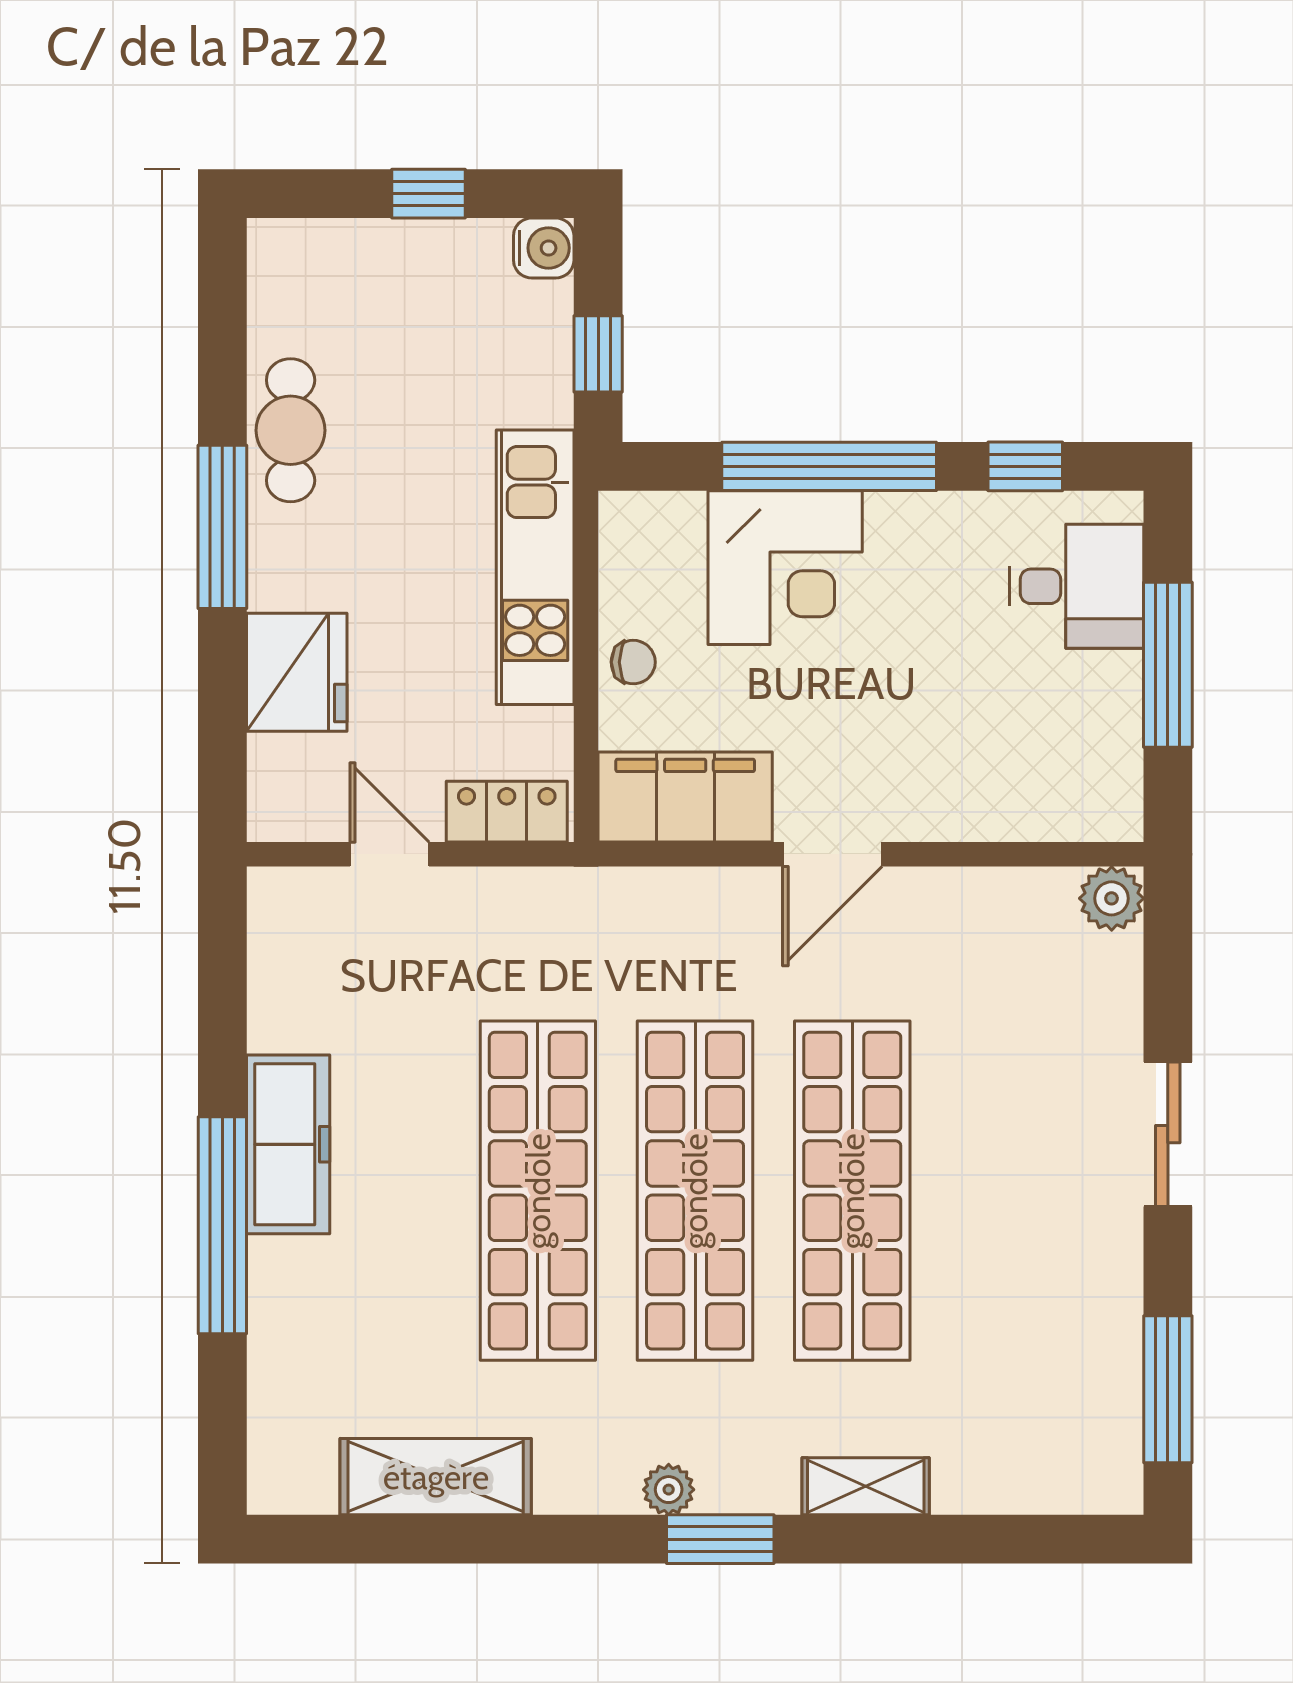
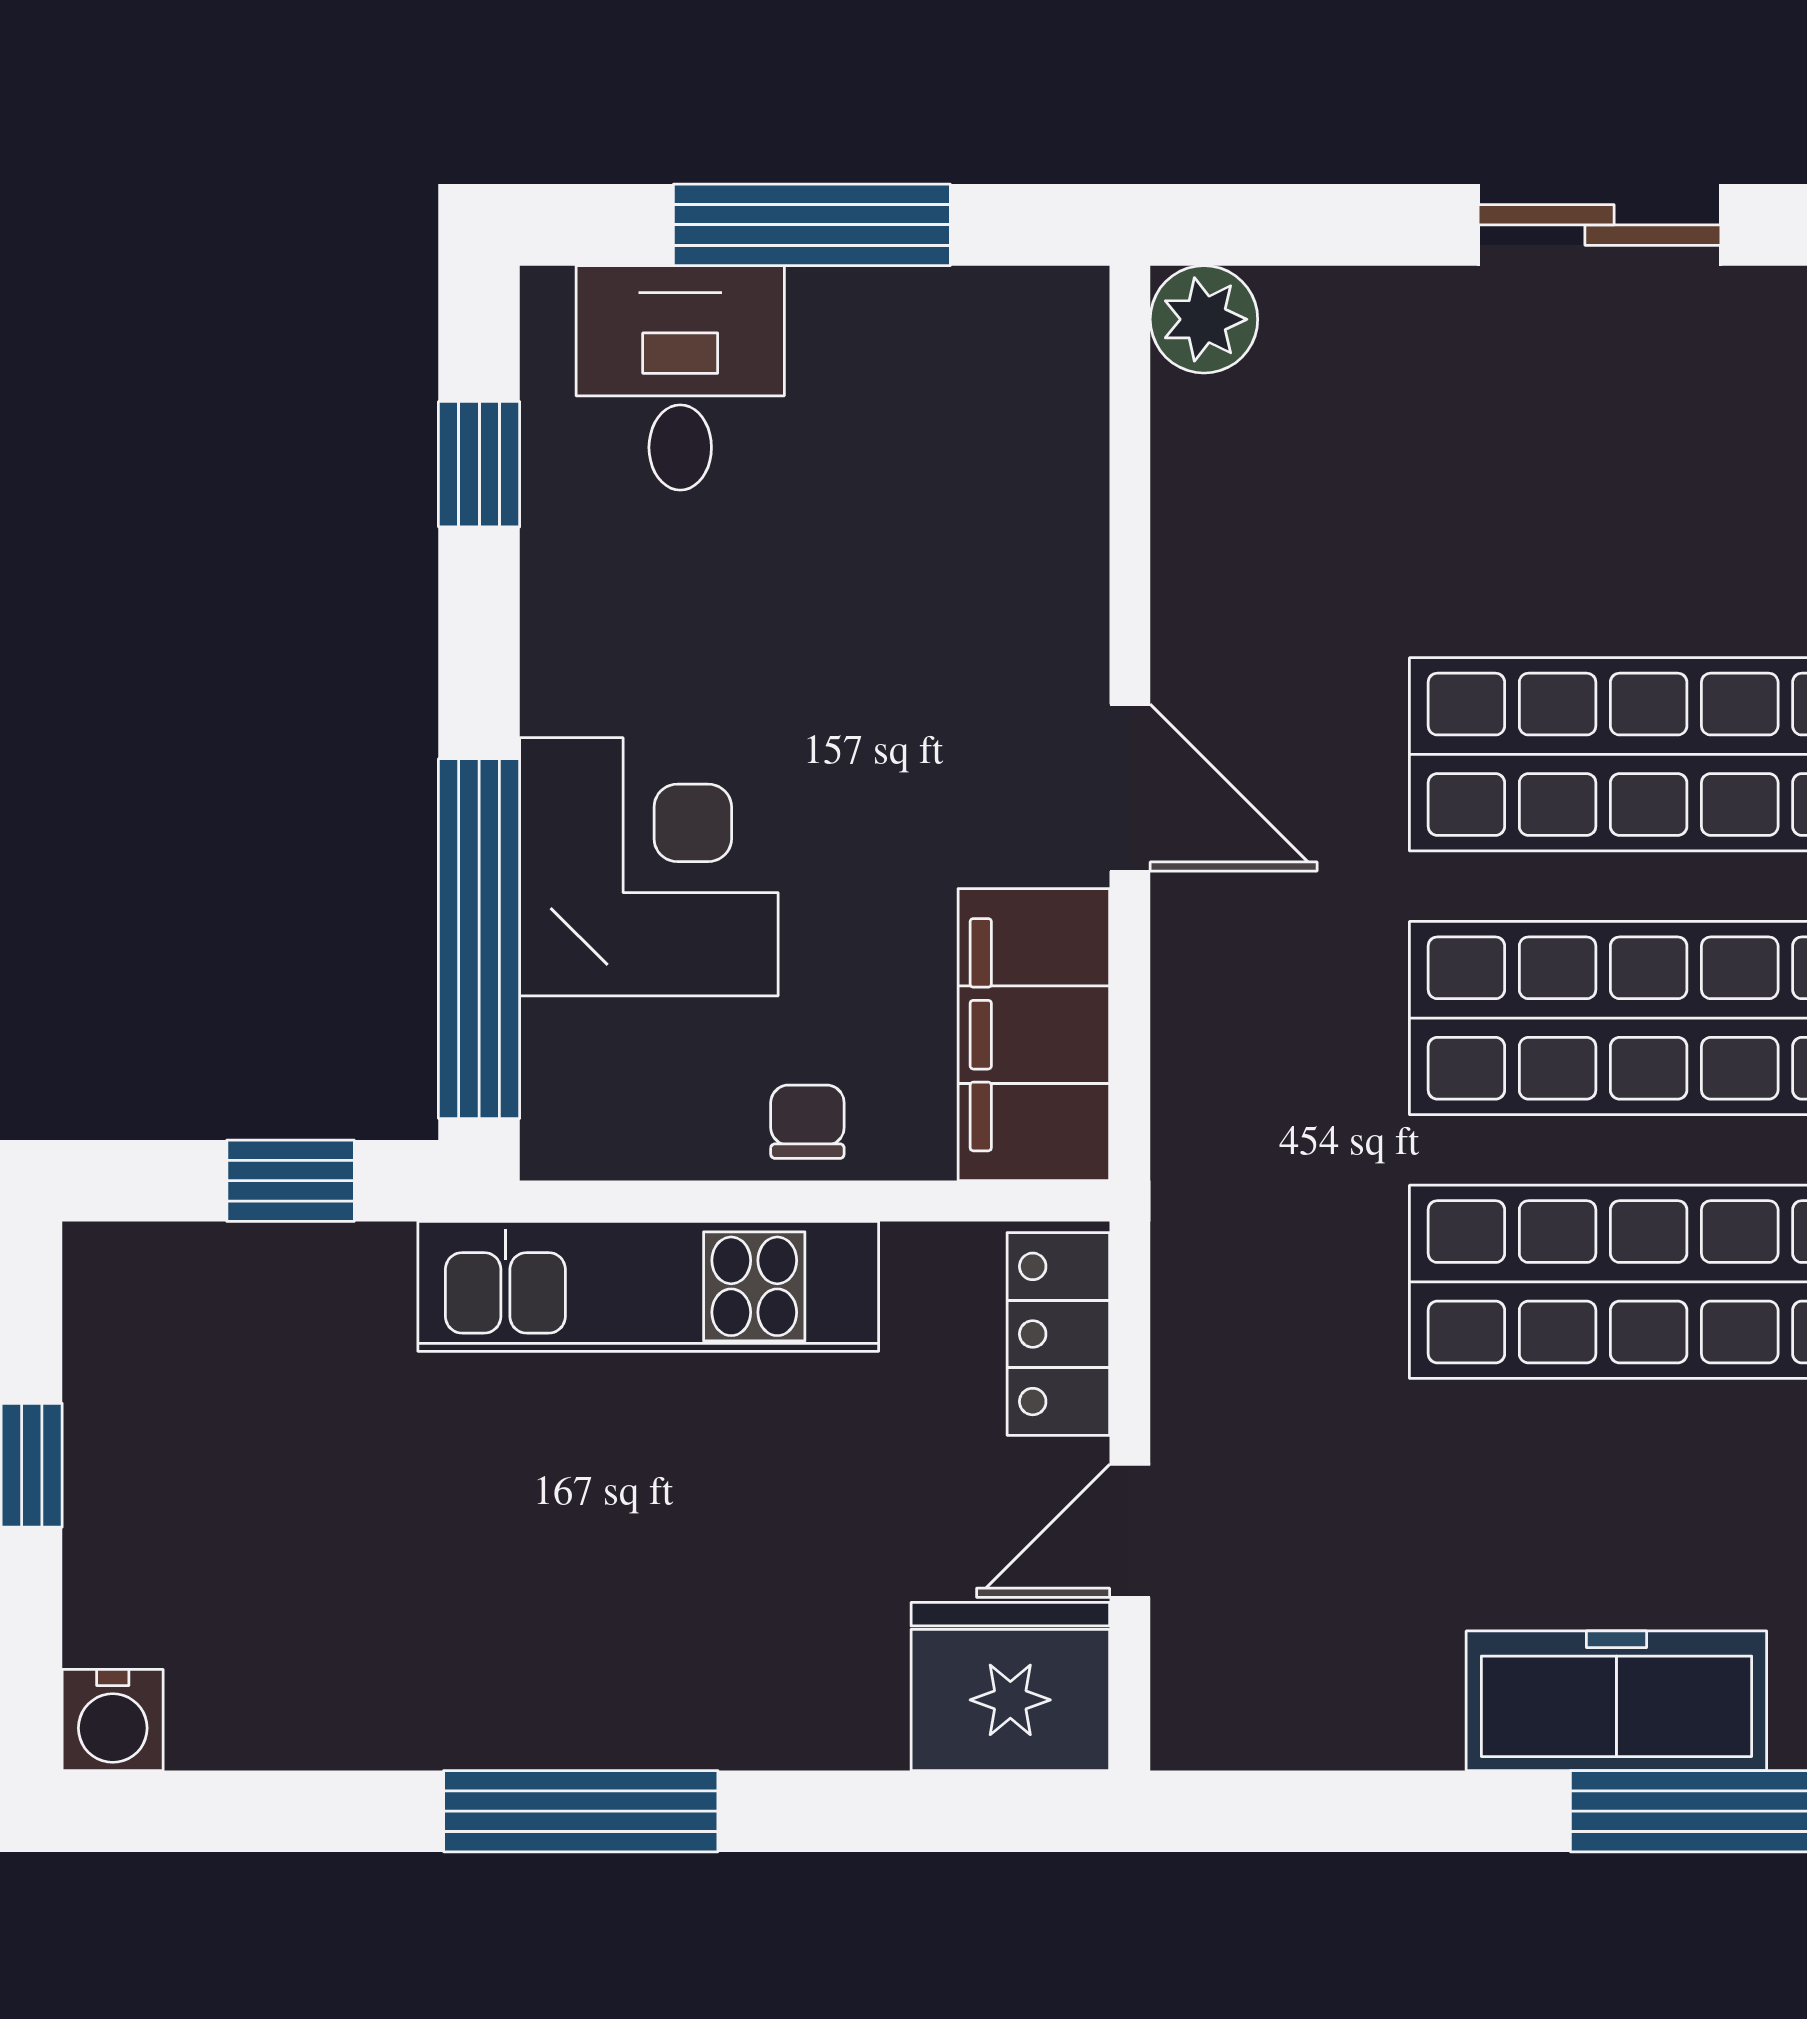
water cooler: (544, 248) -> (113, 1720), moved, turned 180
cafe table: (291, 430) -> (419, 1697), removed
window: (829, 466) -> (479, 939), moved
fridge: (297, 672) -> (1010, 1686), moved

